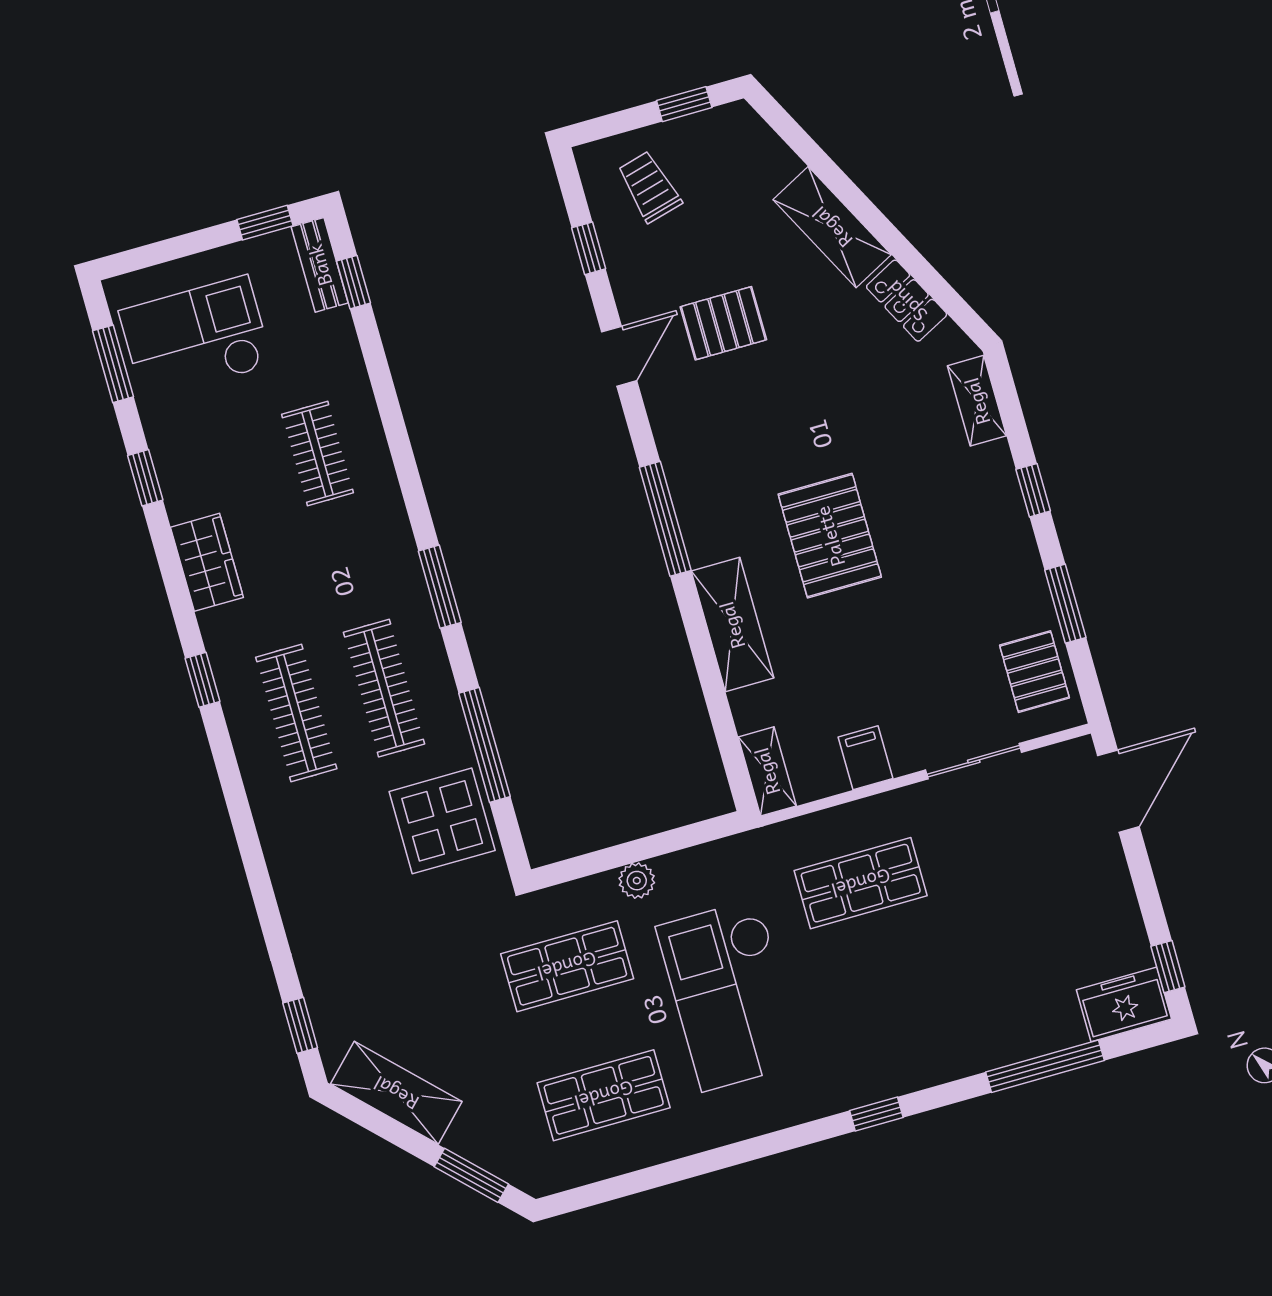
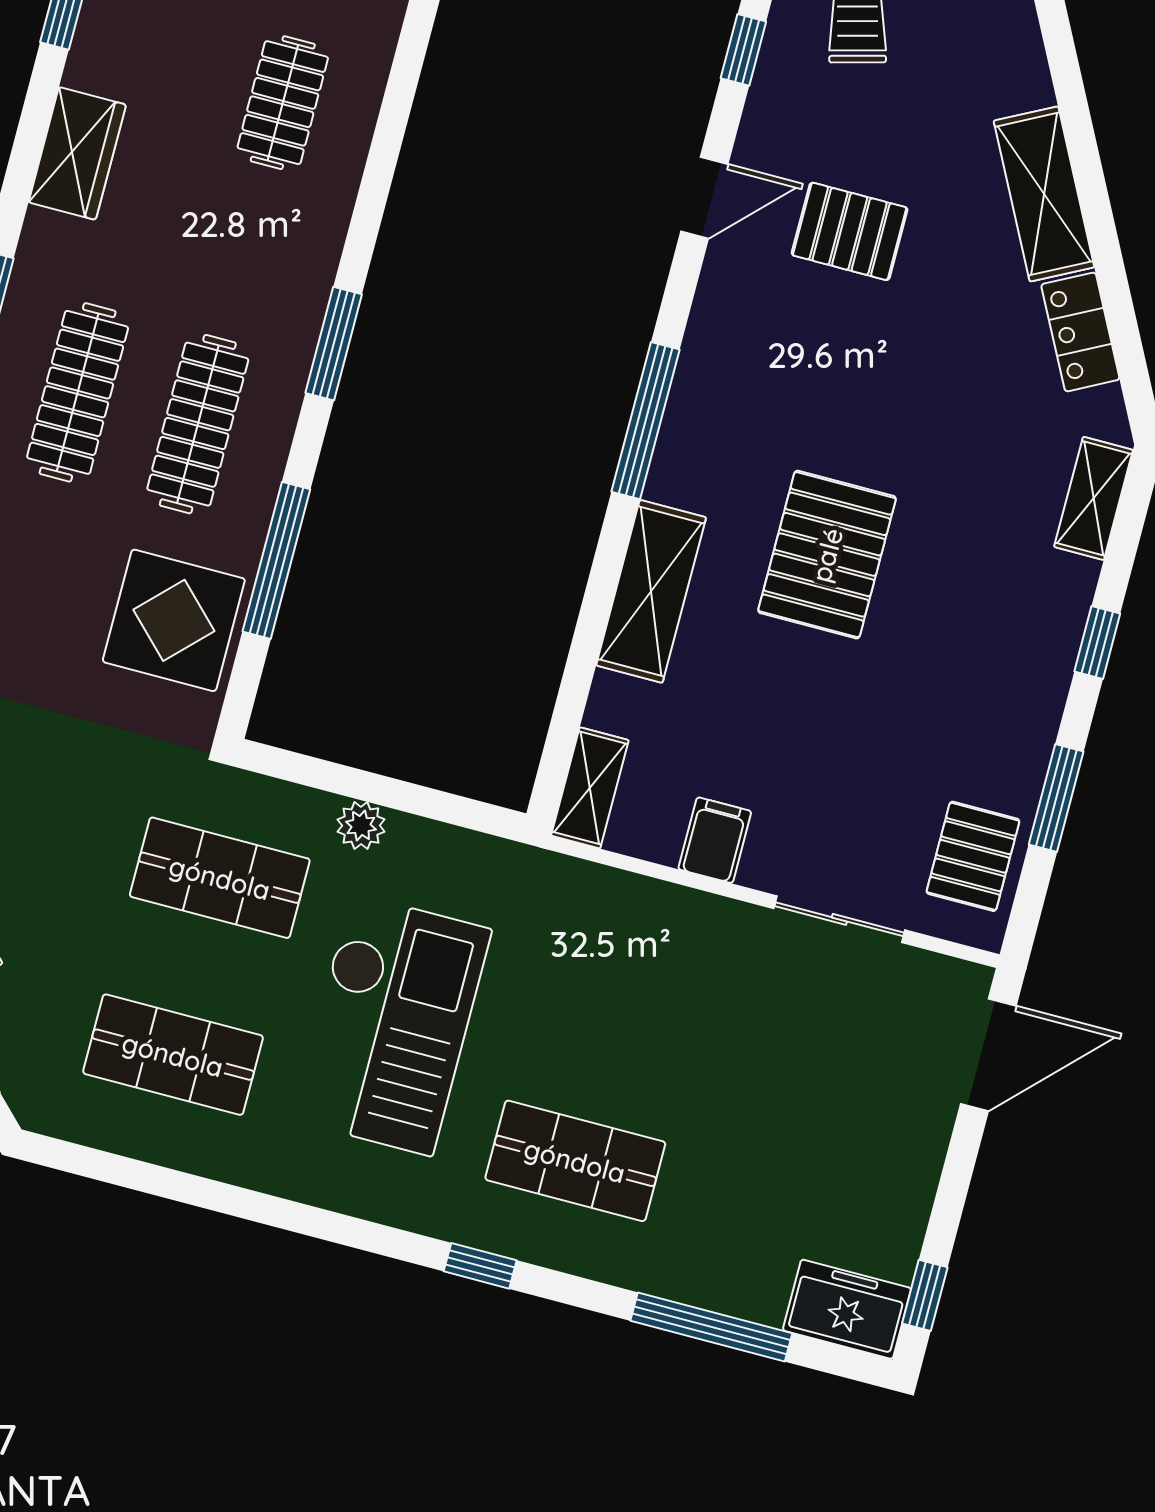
shop shelf: (861, 883) -> (575, 1161), moved
checkout: (730, 995) -> (391, 1025), turned 180

